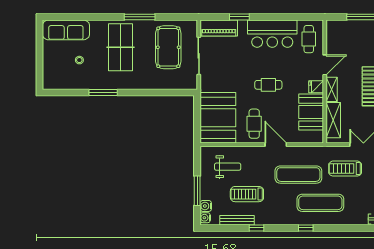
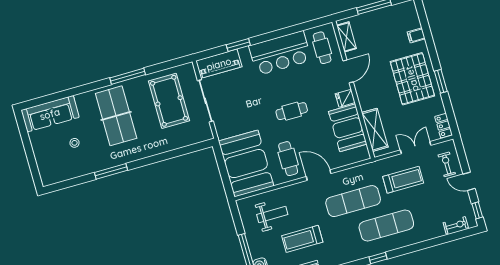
shelving: (332, 89) -> (347, 37), moved
treadmill: (345, 169) -> (403, 180), turned 180

